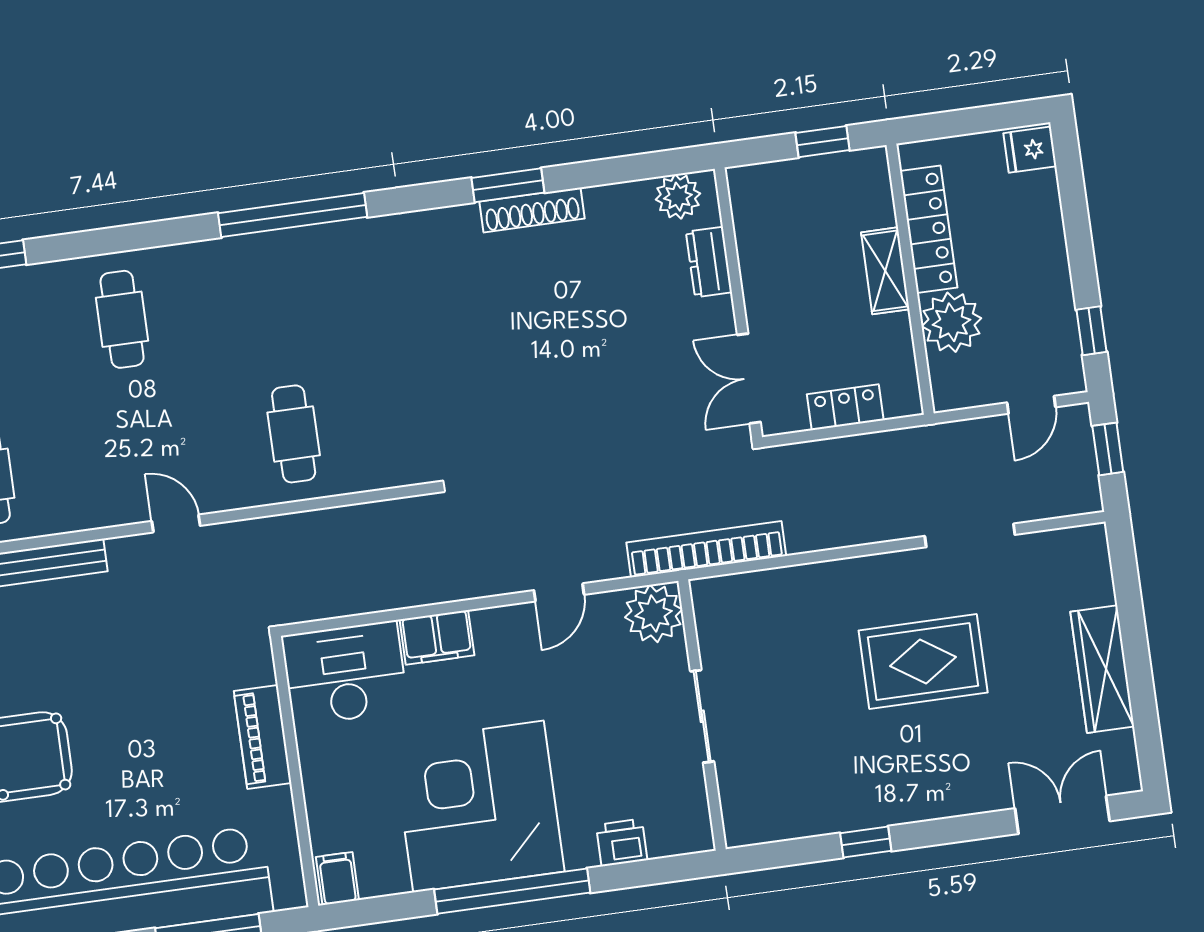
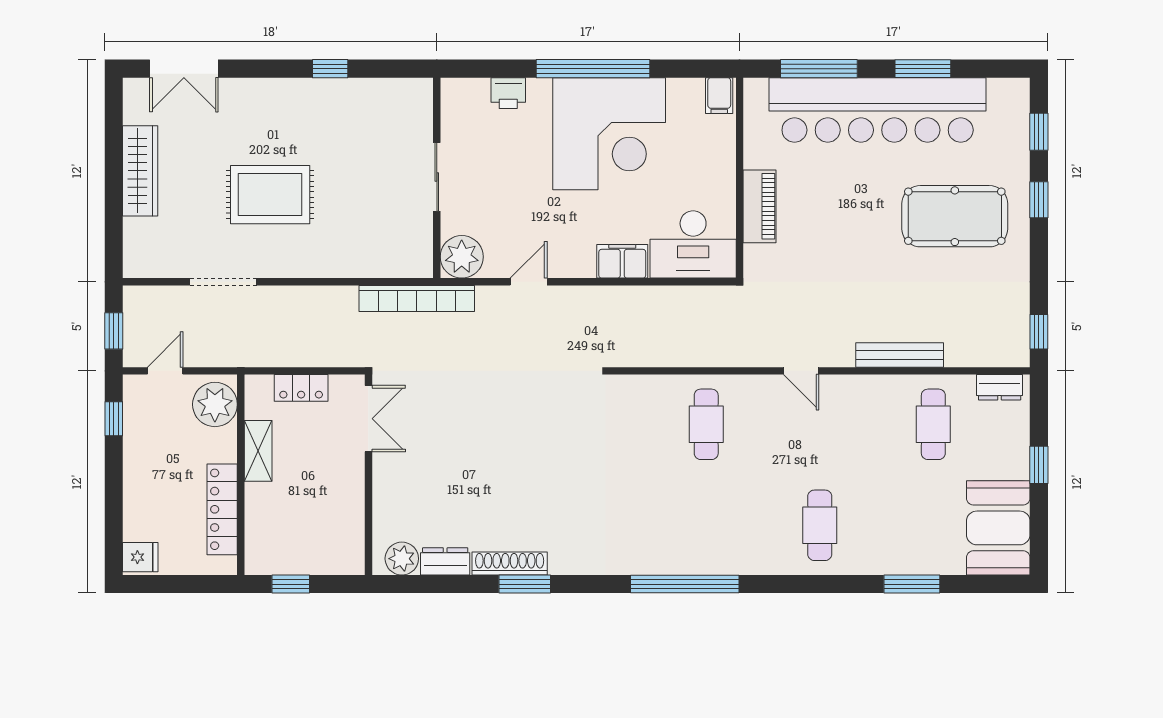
dresser: (709, 262) -> (445, 561), moved, turned -90
shelving: (885, 271) -> (258, 451), moved
plant: (952, 322) -> (215, 404), moved

